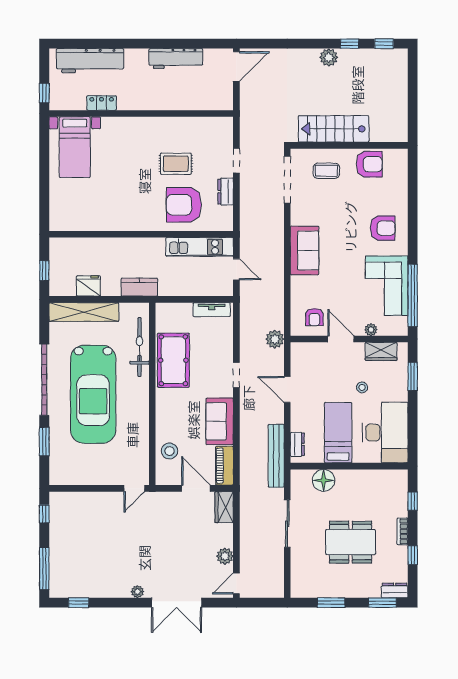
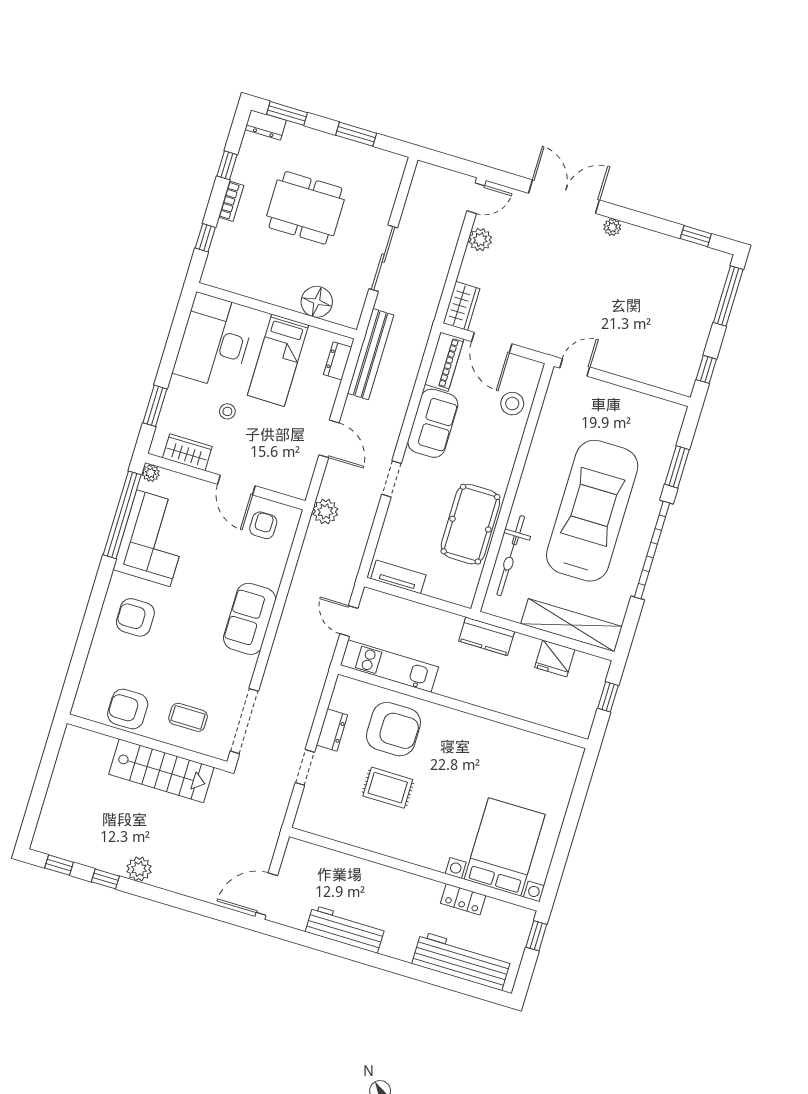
bed with nightstands: (75, 147) -> (505, 847), width x1.36
plant: (371, 330) -> (151, 473), moved

